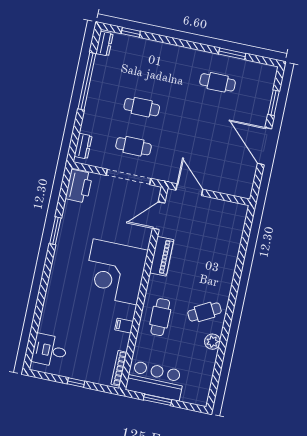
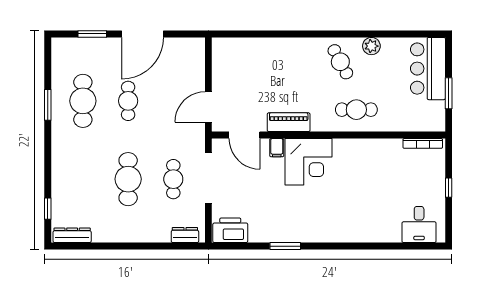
dresser: (104, 44) -> (72, 235), width x1.44
window: (232, 54) -> (48, 105), moved
window: (87, 81) -> (112, 246), removed
cafe table: (218, 82) -> (83, 101), width x1.37, depth x1.35
cafe table: (142, 107) -> (128, 179), width x1.37, depth x1.35
cafe table: (209, 121) -> (128, 101), added
corner desk: (115, 272) -> (308, 162), width x0.74, depth x0.74
filing cabinet: (124, 326) -> (277, 148), moved
bar counter: (155, 381) -> (428, 69), moved

